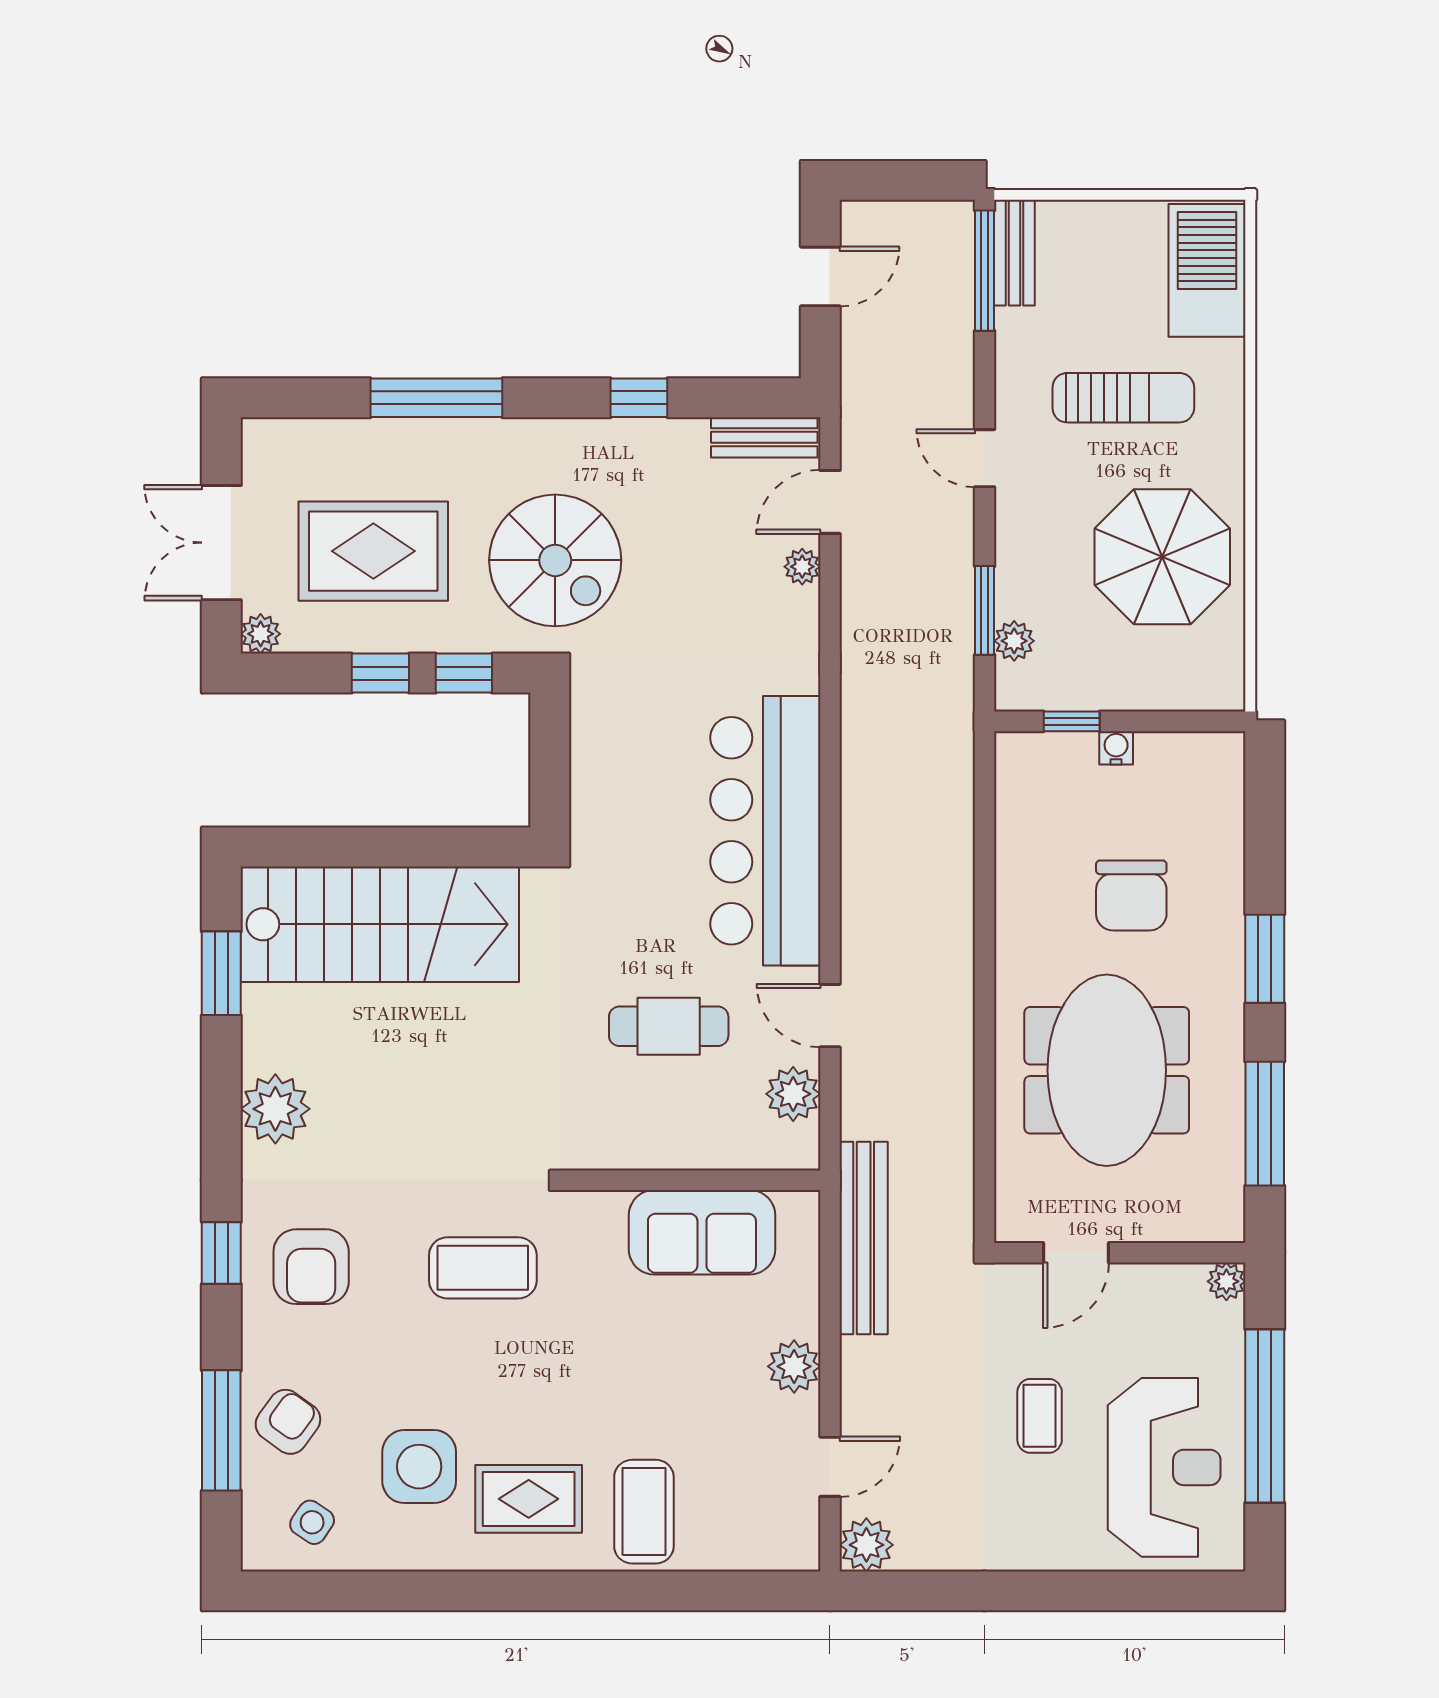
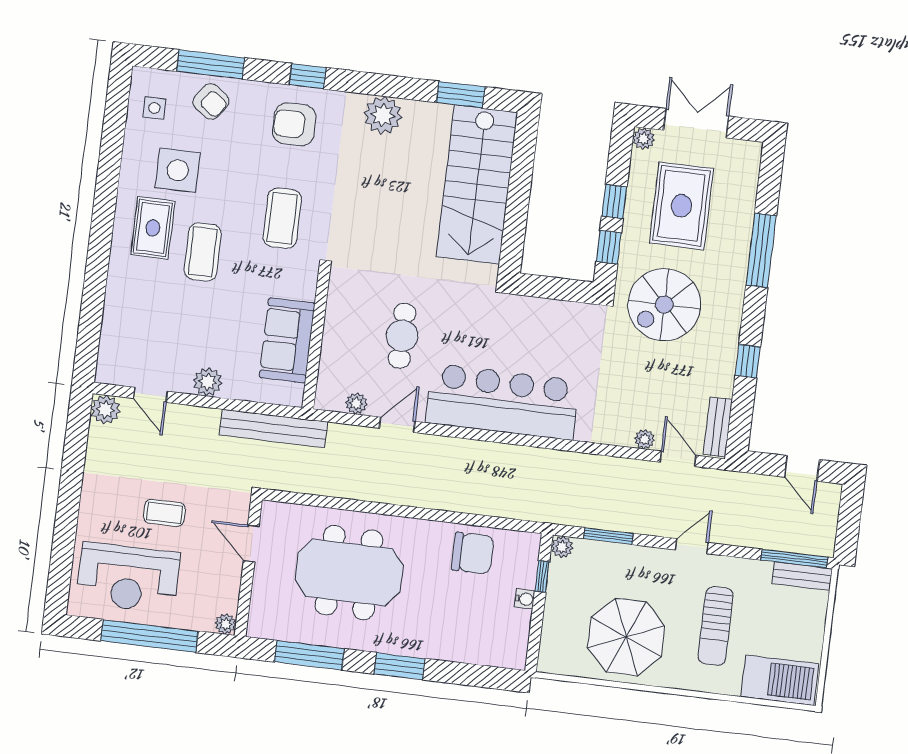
plant: (1014, 641) -> (562, 547), moved
chair: (1131, 895) -> (473, 553), moved, turned 180
plant: (793, 1094) -> (356, 403), width x0.73, depth x0.73
coffee table: (644, 1512) -> (203, 252), moved, turned 90
side table: (312, 1522) -> (154, 108), turned -34

